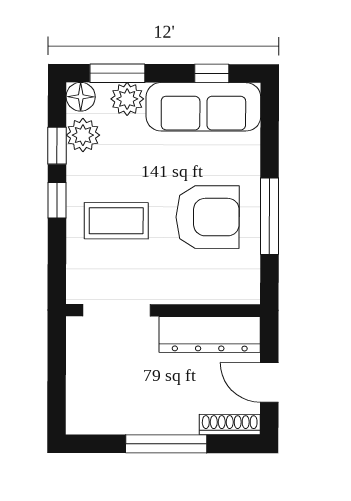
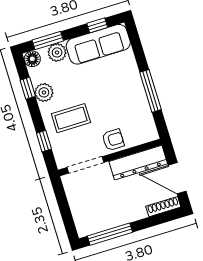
plant: (83, 135) -> (44, 92), moved
window: (57, 200) -> (44, 141), moved
armchair: (208, 217) -> (113, 140), moved, width x0.53, depth x0.53
door: (269, 382) -> (177, 178), width x1.38
window: (166, 444) -> (110, 234), moved

